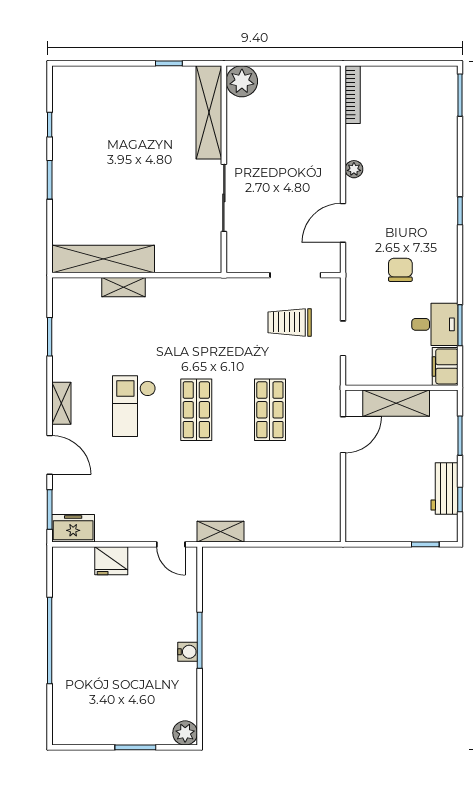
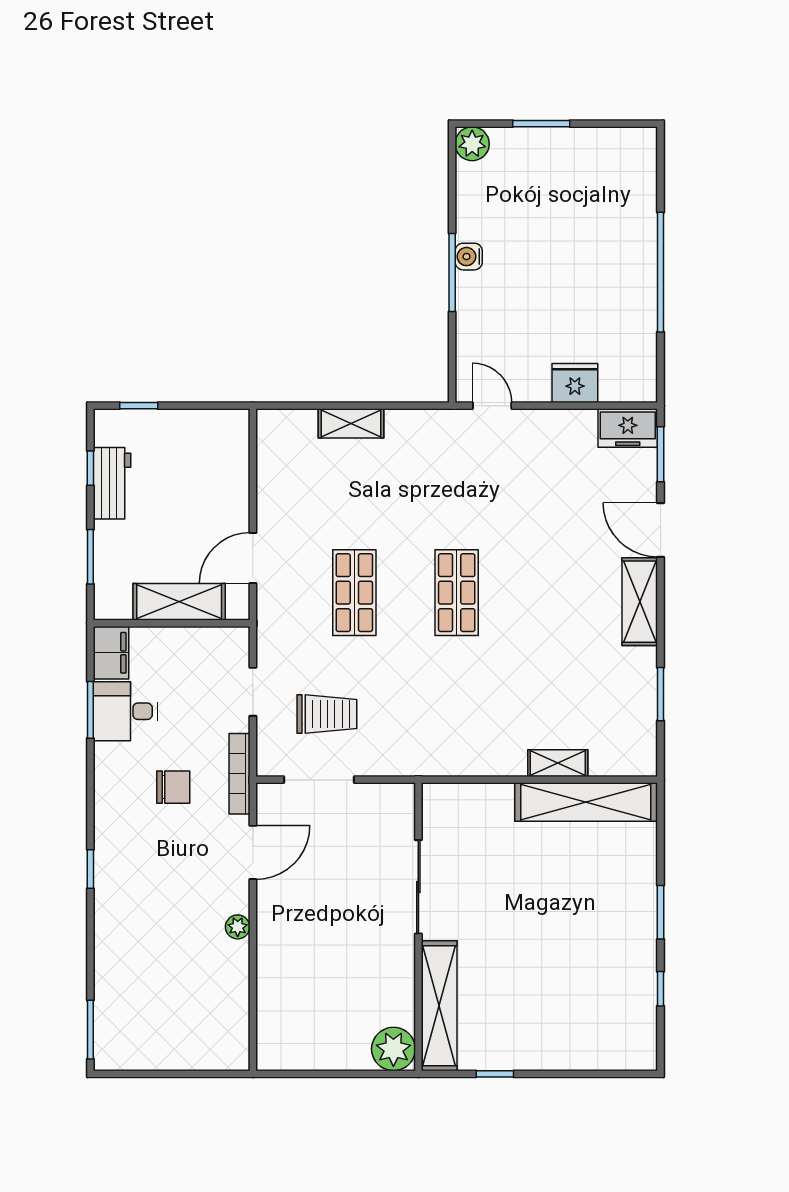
bookcase: (353, 95) -> (239, 774), moved
chair: (400, 270) -> (173, 787), turned -90
shelving: (61, 403) -> (640, 602), width x1.50, depth x1.33
checkout: (134, 406) -> (543, 598), removed
shelving: (221, 532) -> (351, 423), moved

